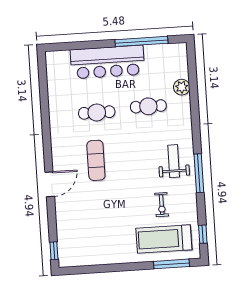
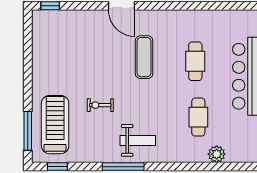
exercise mat: (96, 160) -> (144, 57), turned 90
exercise bike: (162, 205) -> (100, 105), moved

